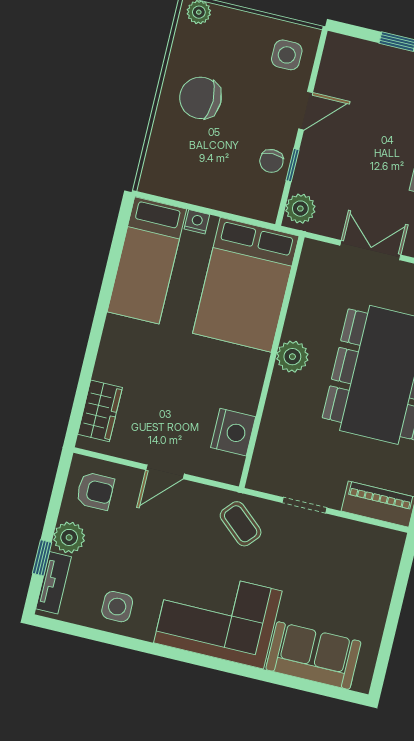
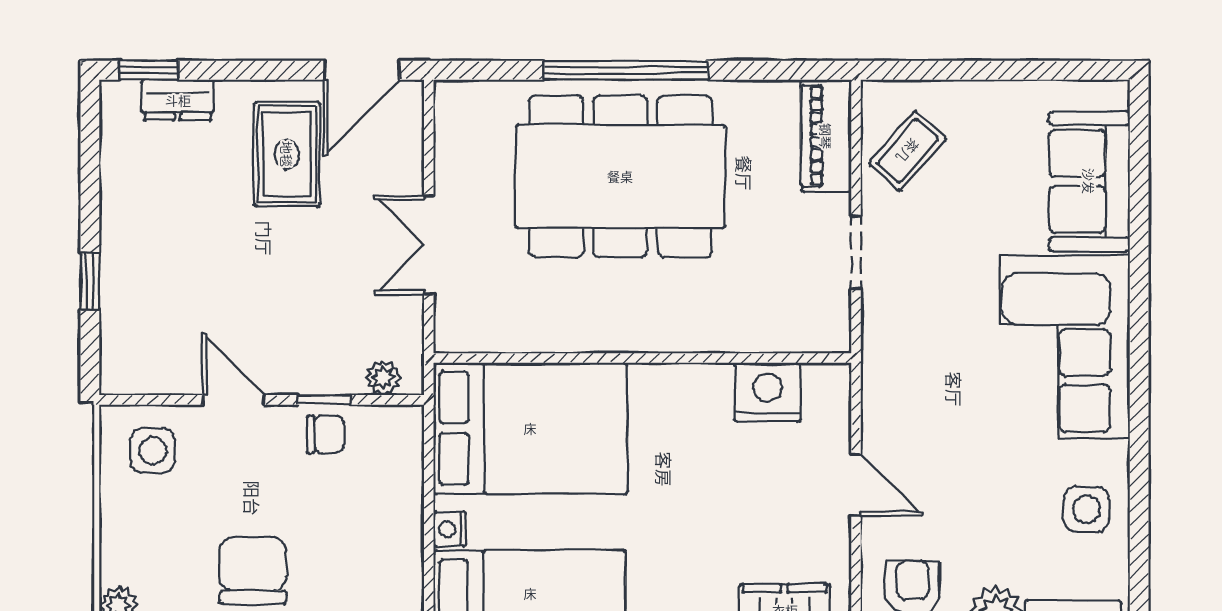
chair: (201, 98) -> (253, 570), turned 180
plant: (300, 209) -> (383, 378), width x0.73, depth x0.73
plant: (292, 357) -> (626, 328), removed
coffee table: (241, 524) -> (908, 151), moved

